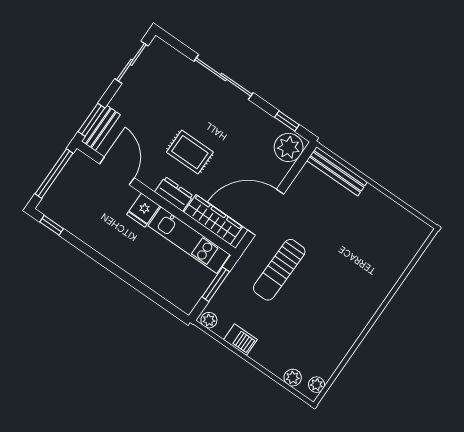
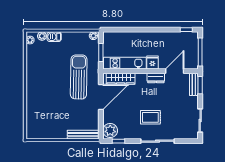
rug: (190, 152) -> (150, 117), moved
door: (117, 171) -> (175, 71), swing flipped
dresser: (174, 194) -> (156, 78), moved
sun lounger: (279, 270) -> (79, 77), width x1.36, depth x1.34
barbecue: (240, 340) -> (54, 37), moved

